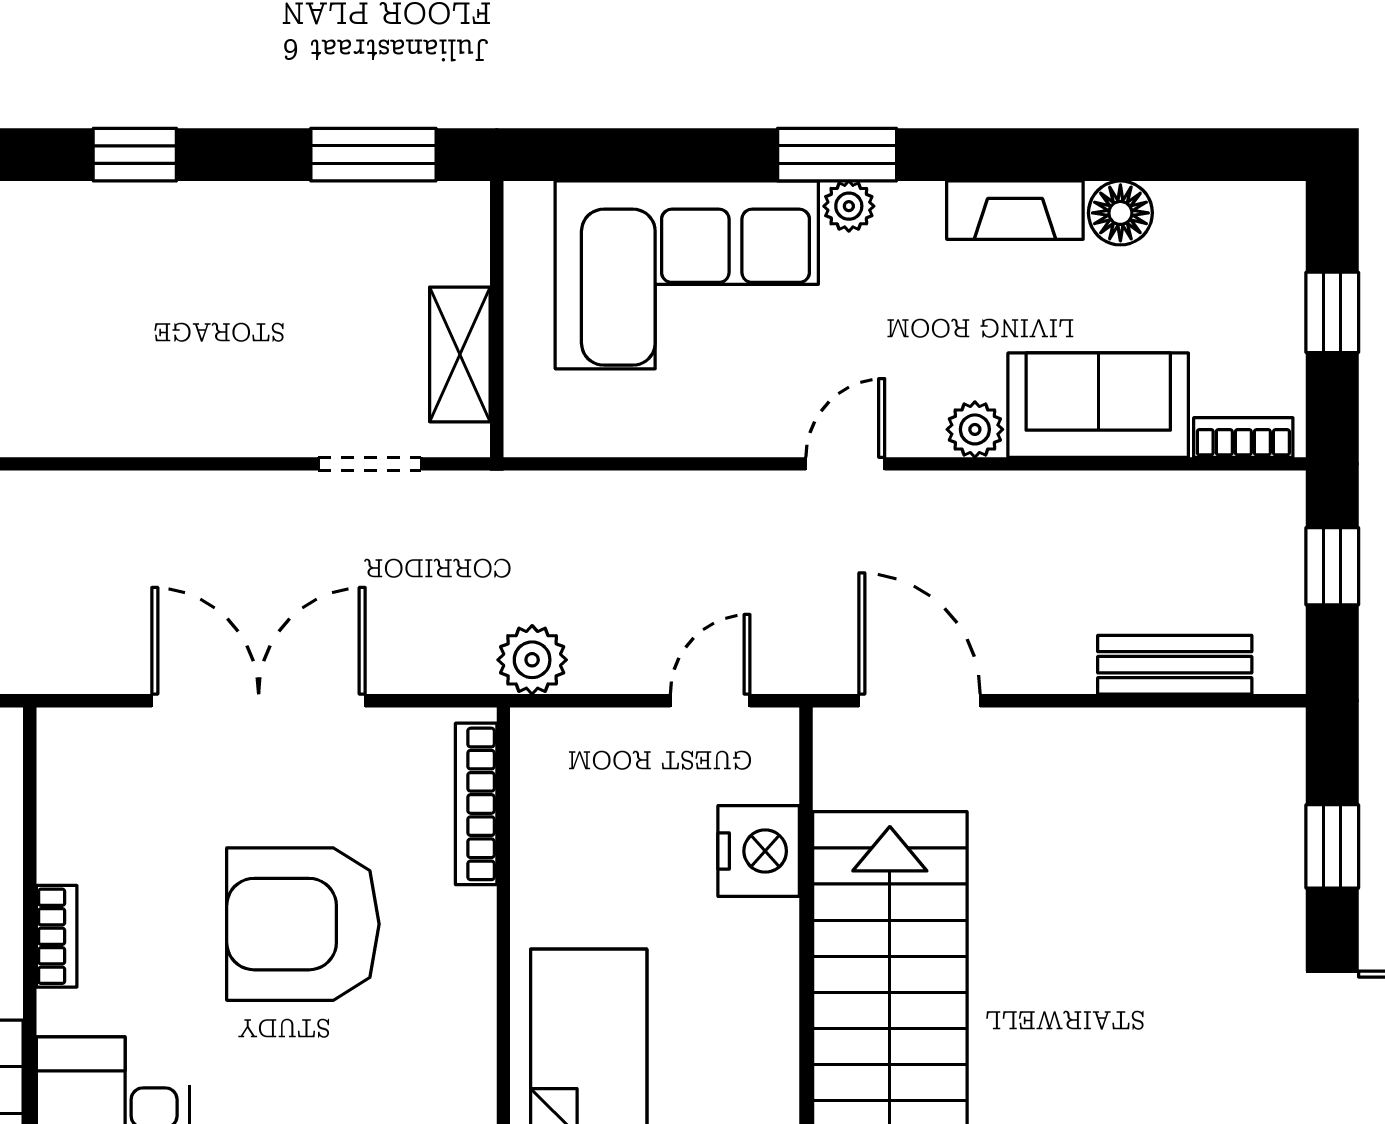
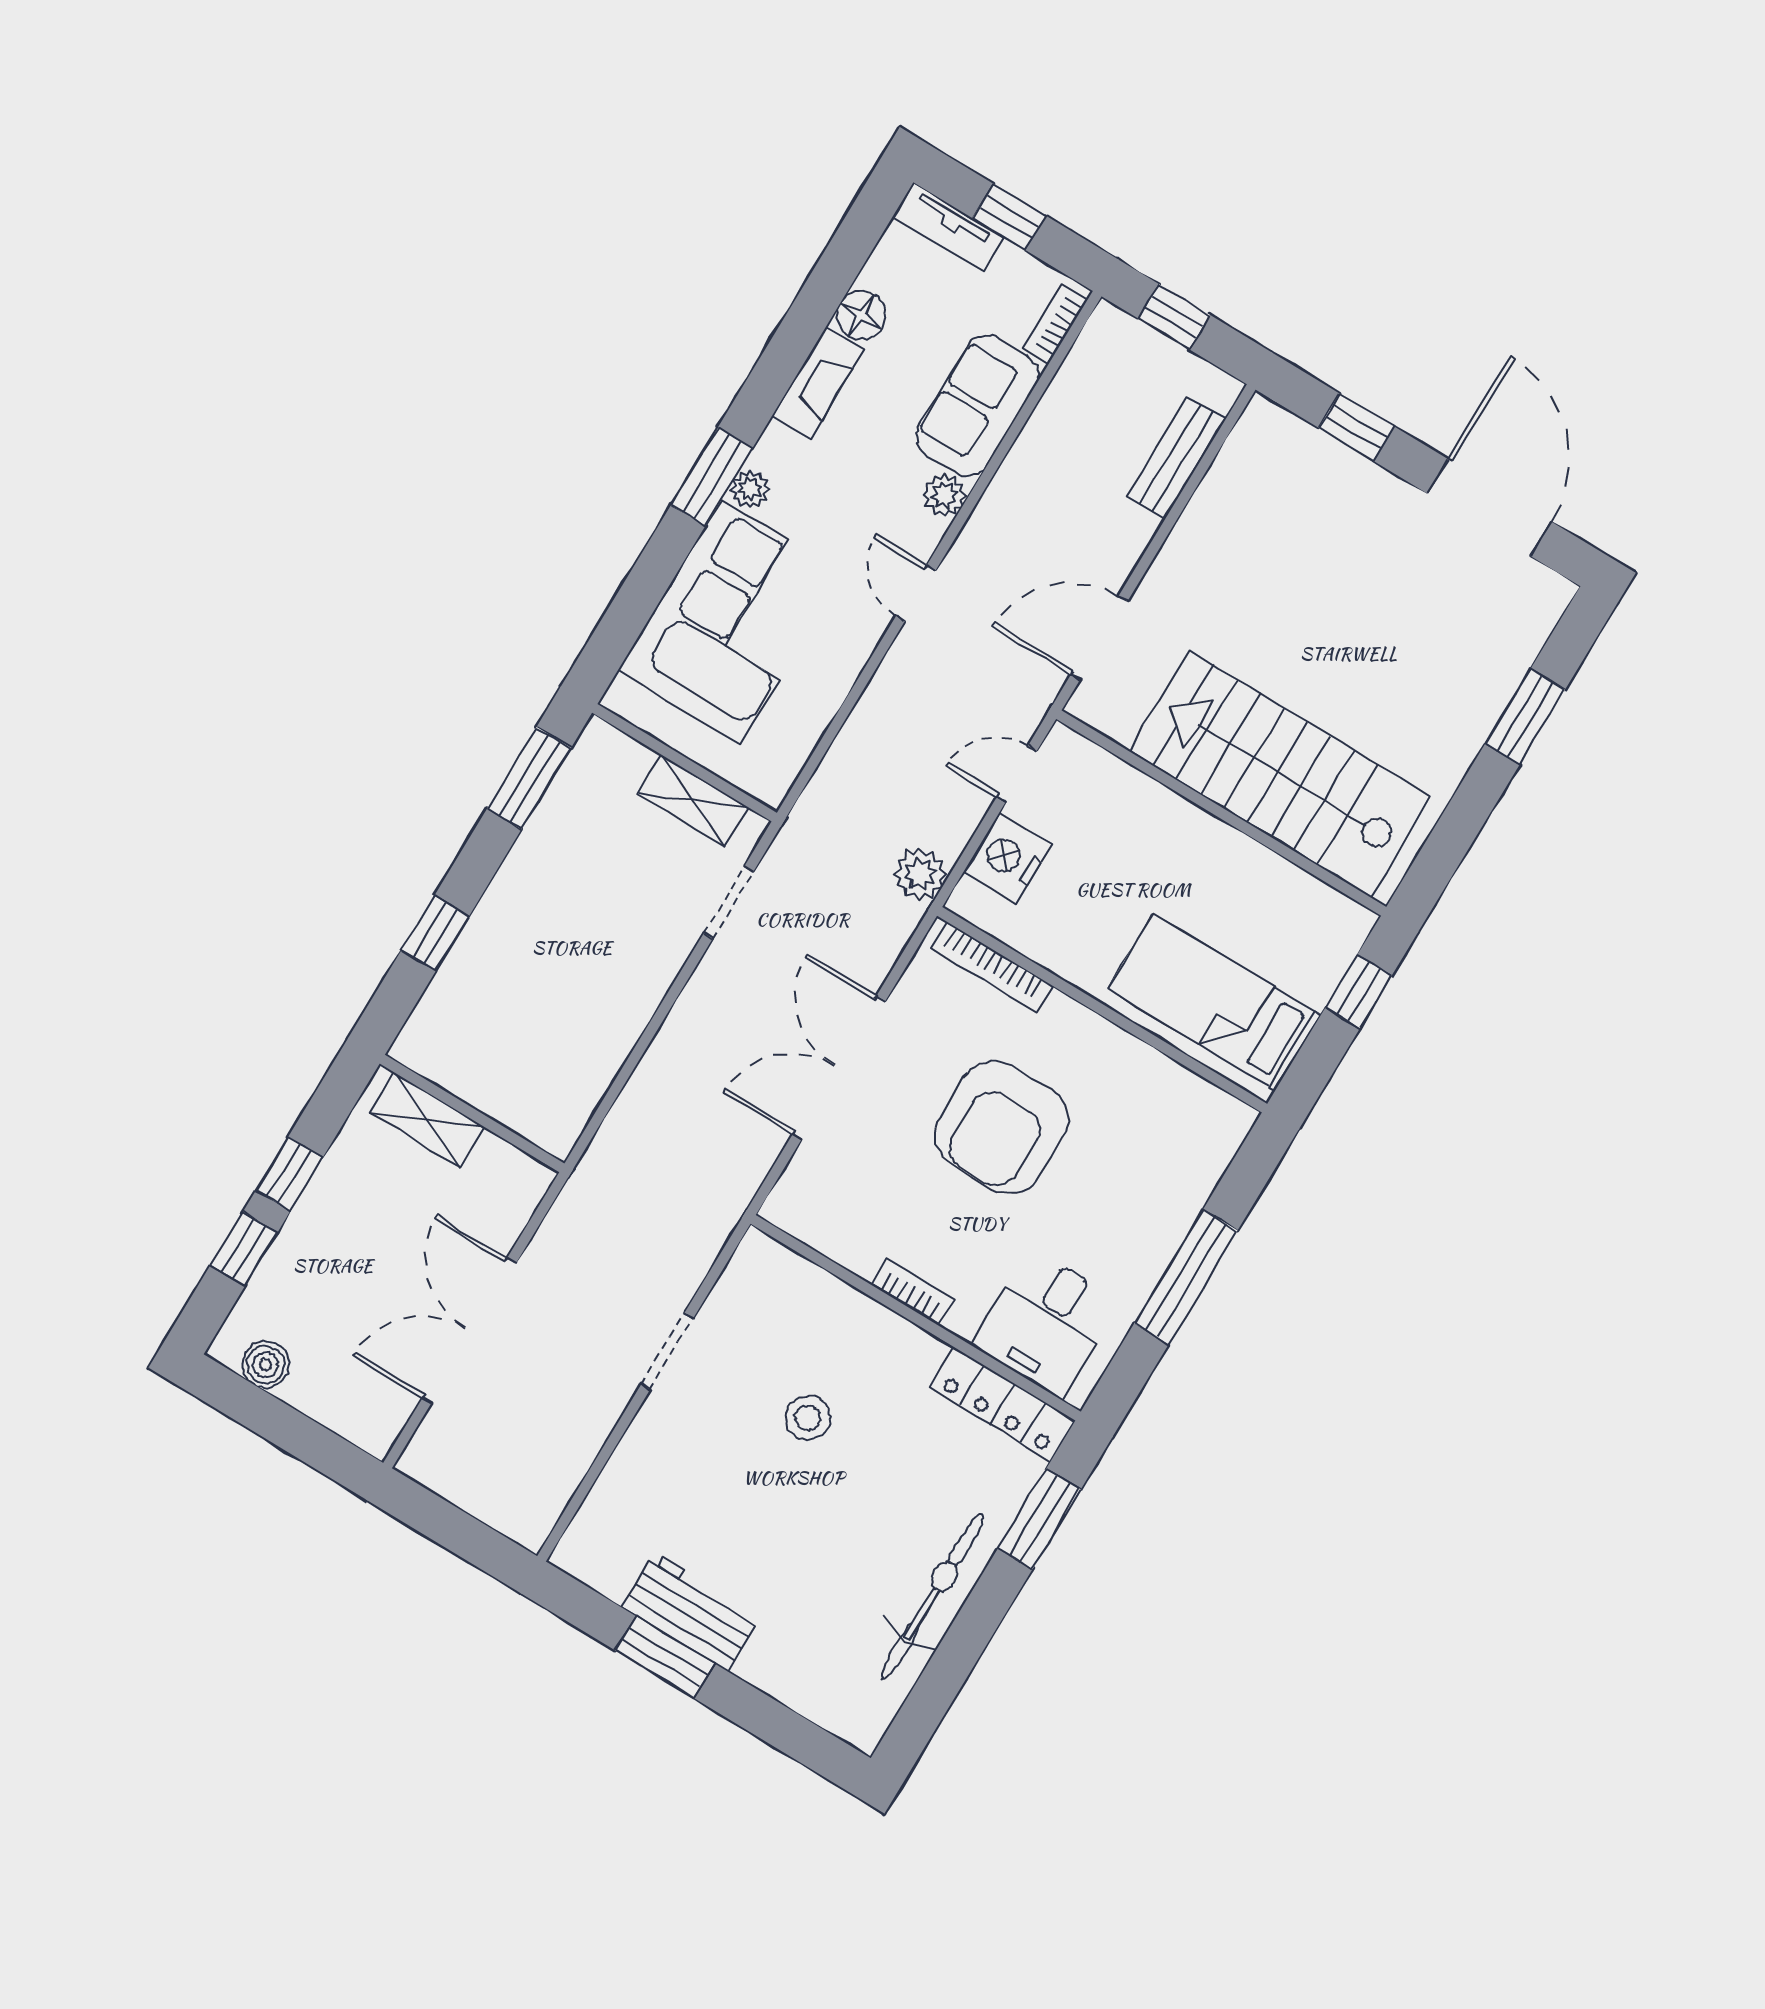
tv unit: (1279, 251) -> (948, 227), added
door: (710, 701) -> (1017, 774), hinge flipped
nightstand: (759, 851) -> (1008, 858), moved, turned -90

